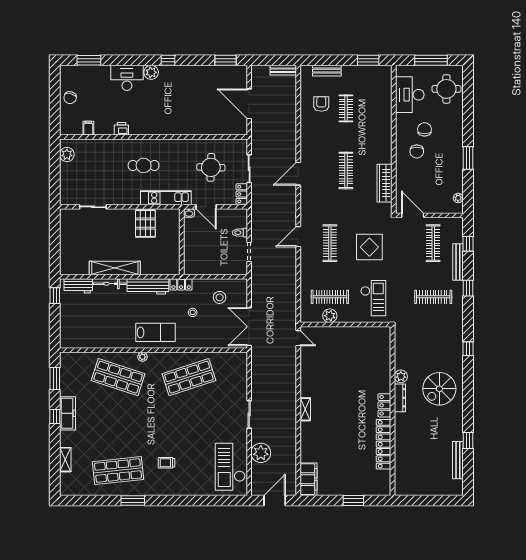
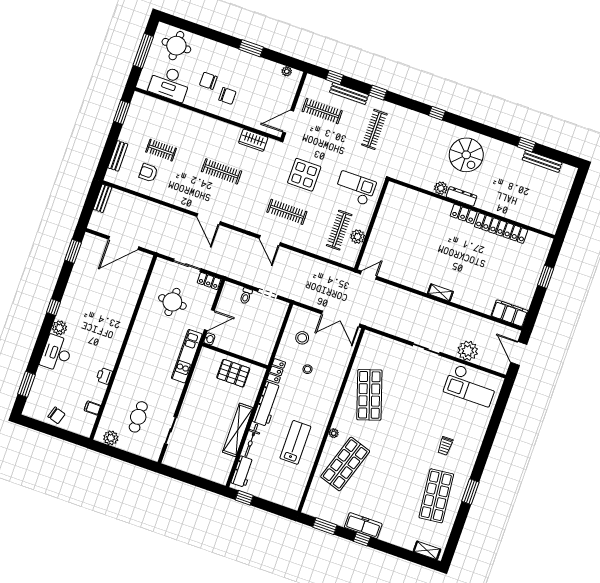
cafe table: (144, 165) -> (138, 417), moved
wardrobe: (385, 183) -> (253, 140), width x0.67
pallet: (145, 224) -> (233, 373), moved
lab bench: (155, 332) -> (295, 442), moved
shelving: (65, 460) -> (427, 550), moved

